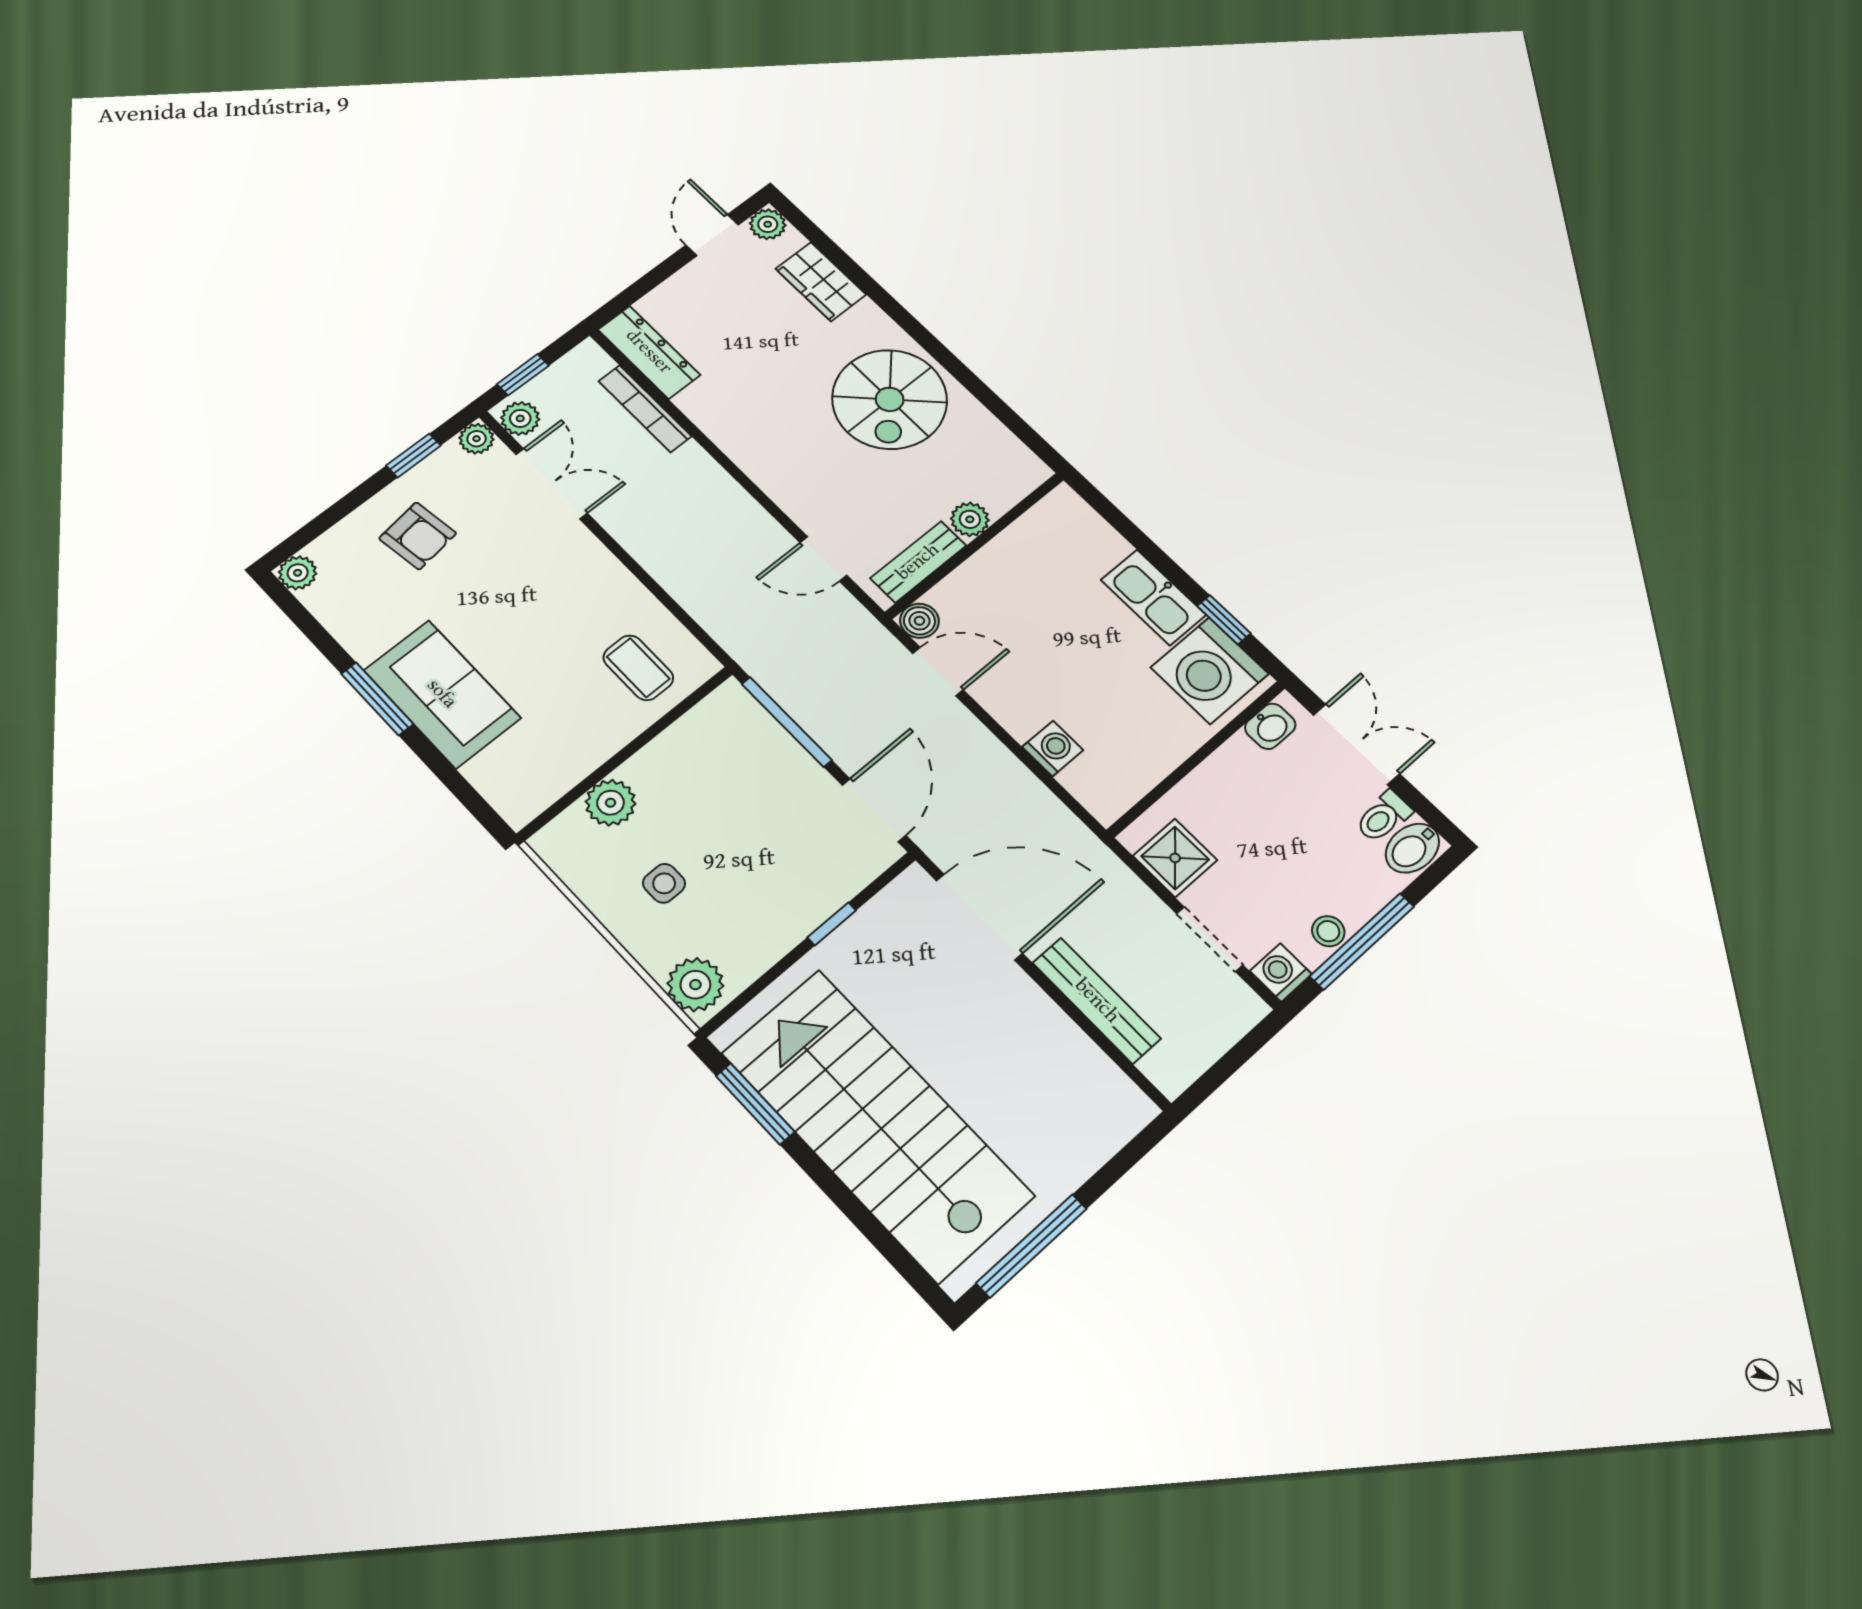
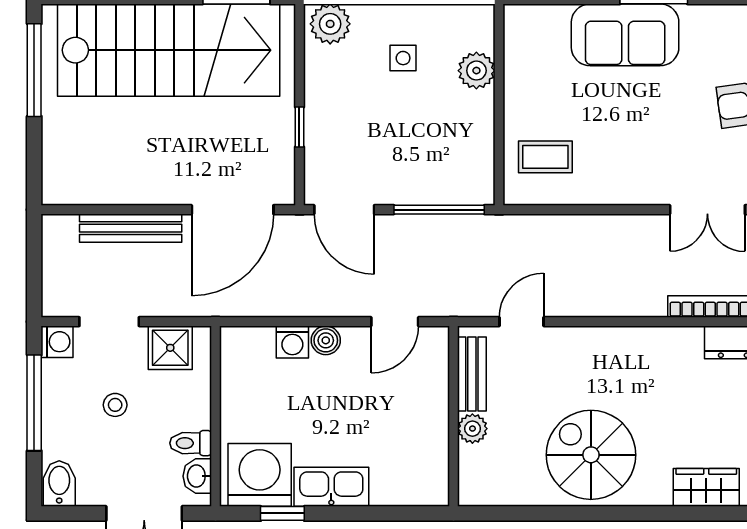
boiler: (919, 621) -> (326, 340), moved
toilet: (1383, 817) -> (191, 443), moved, turned -90
stool: (1328, 931) -> (115, 405), moved

